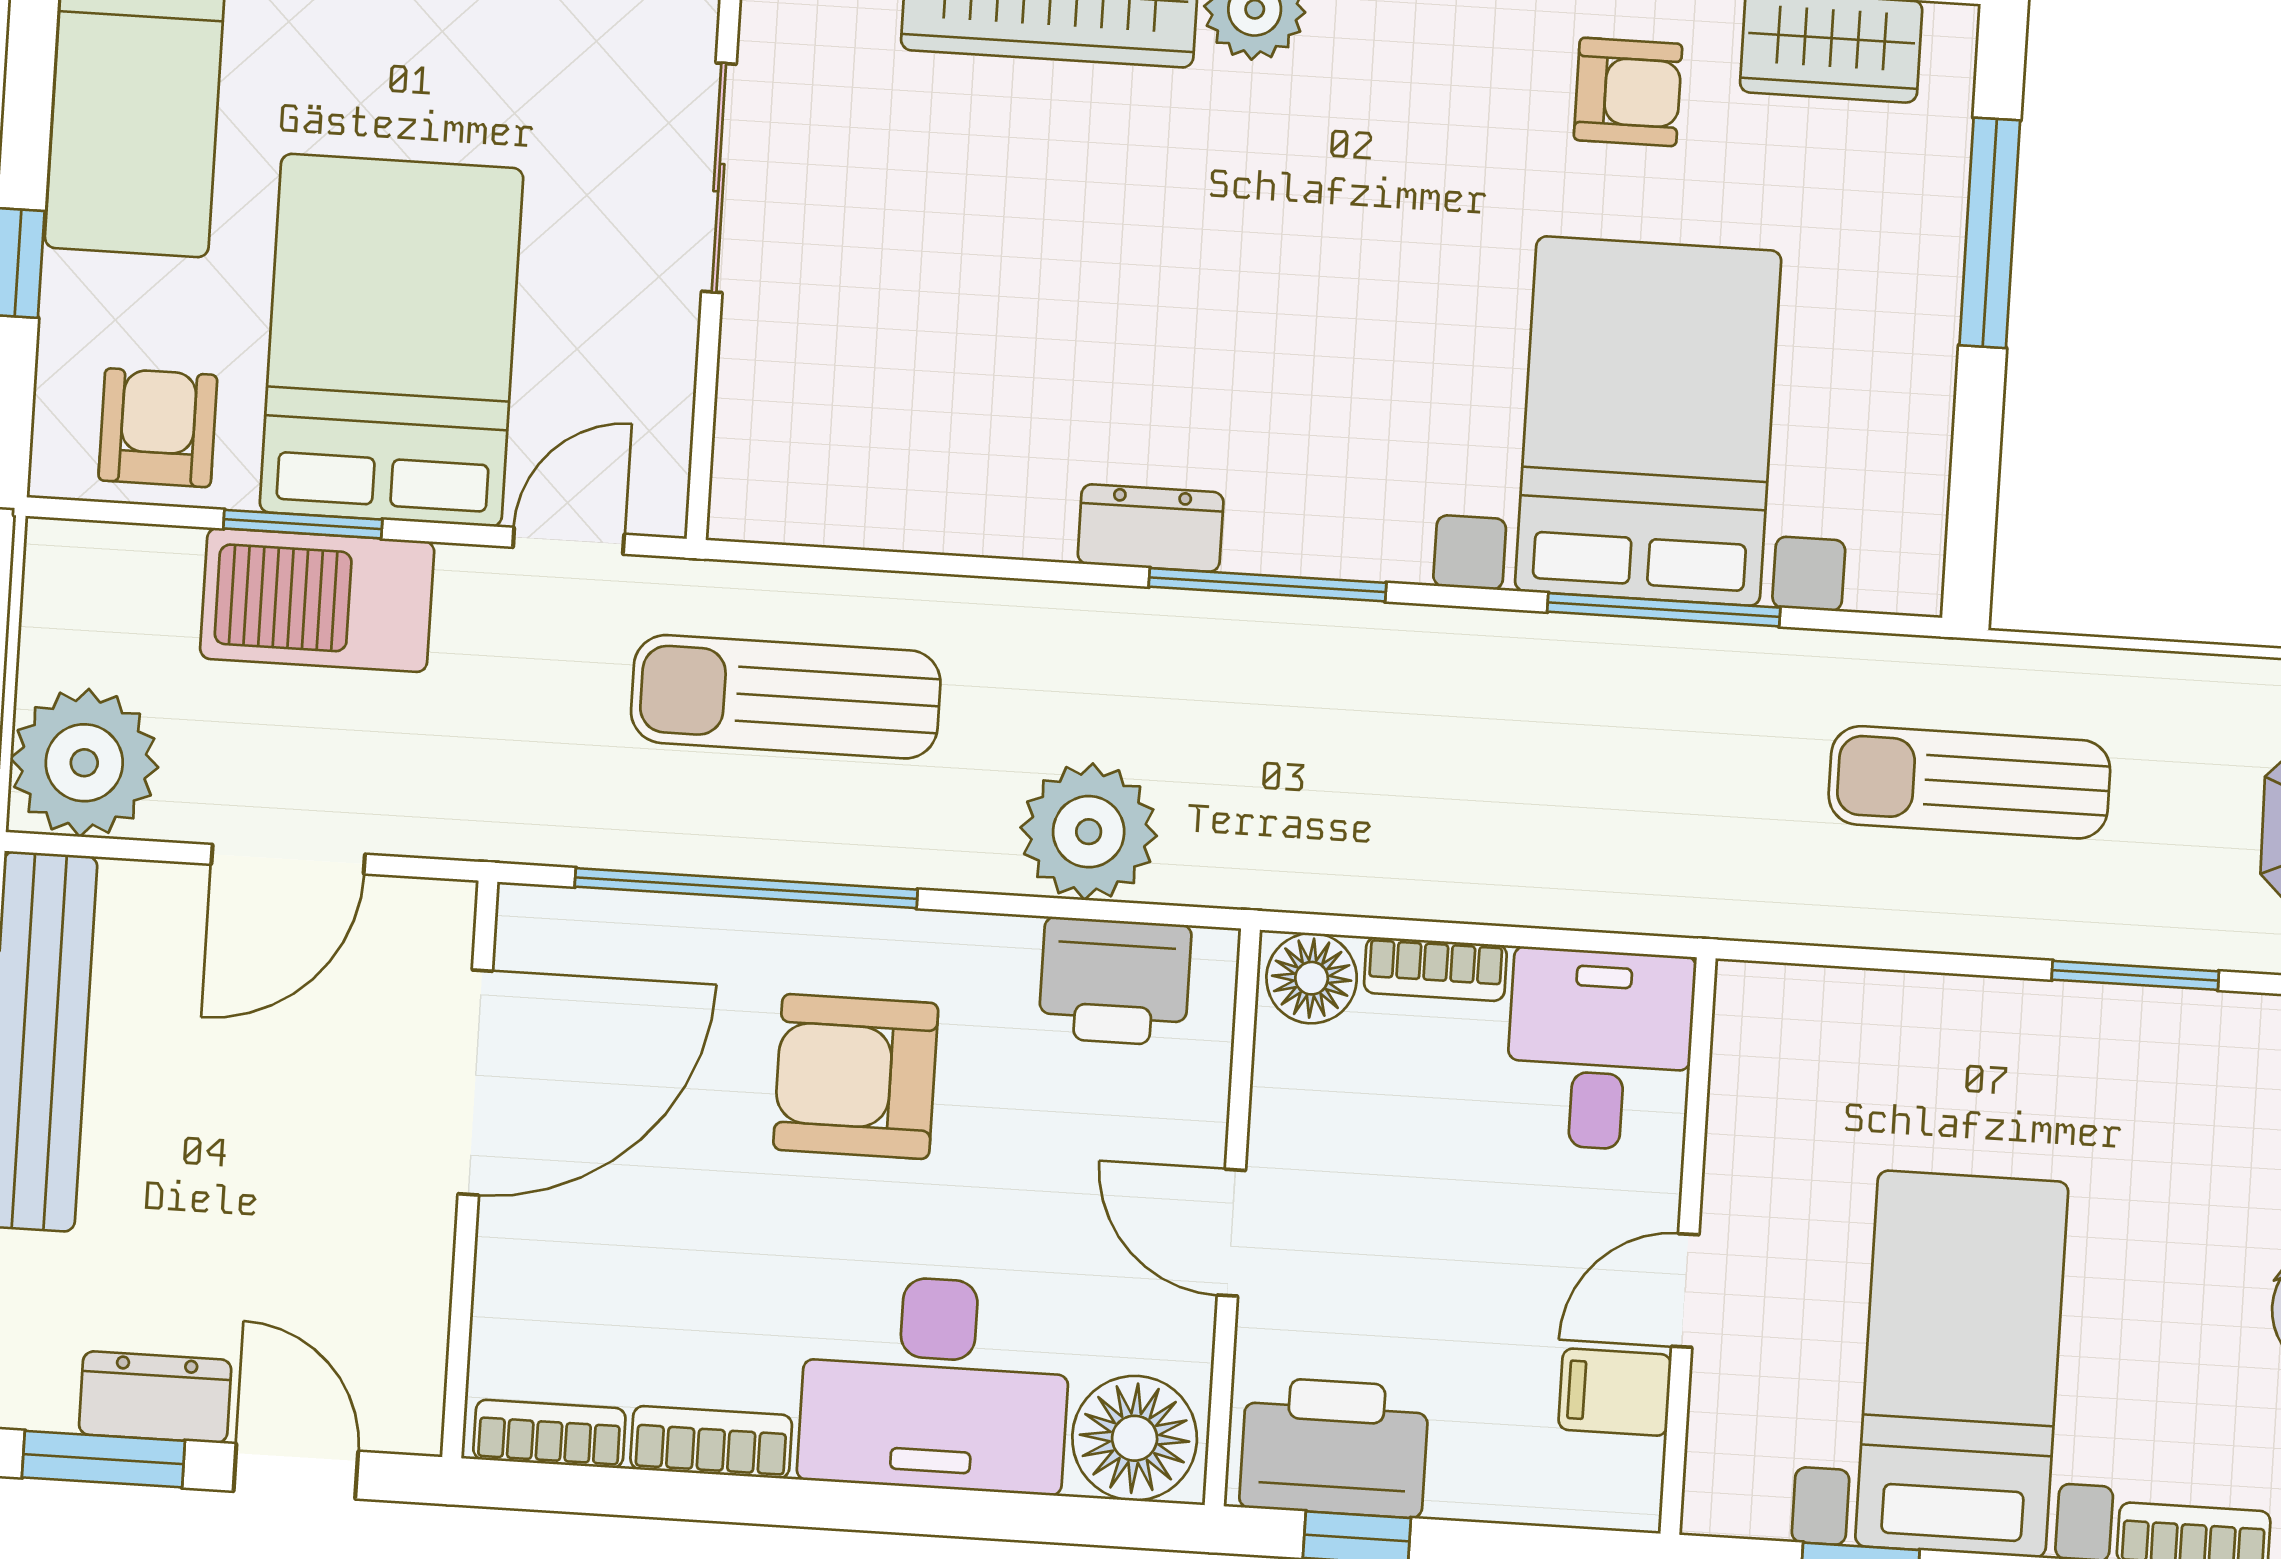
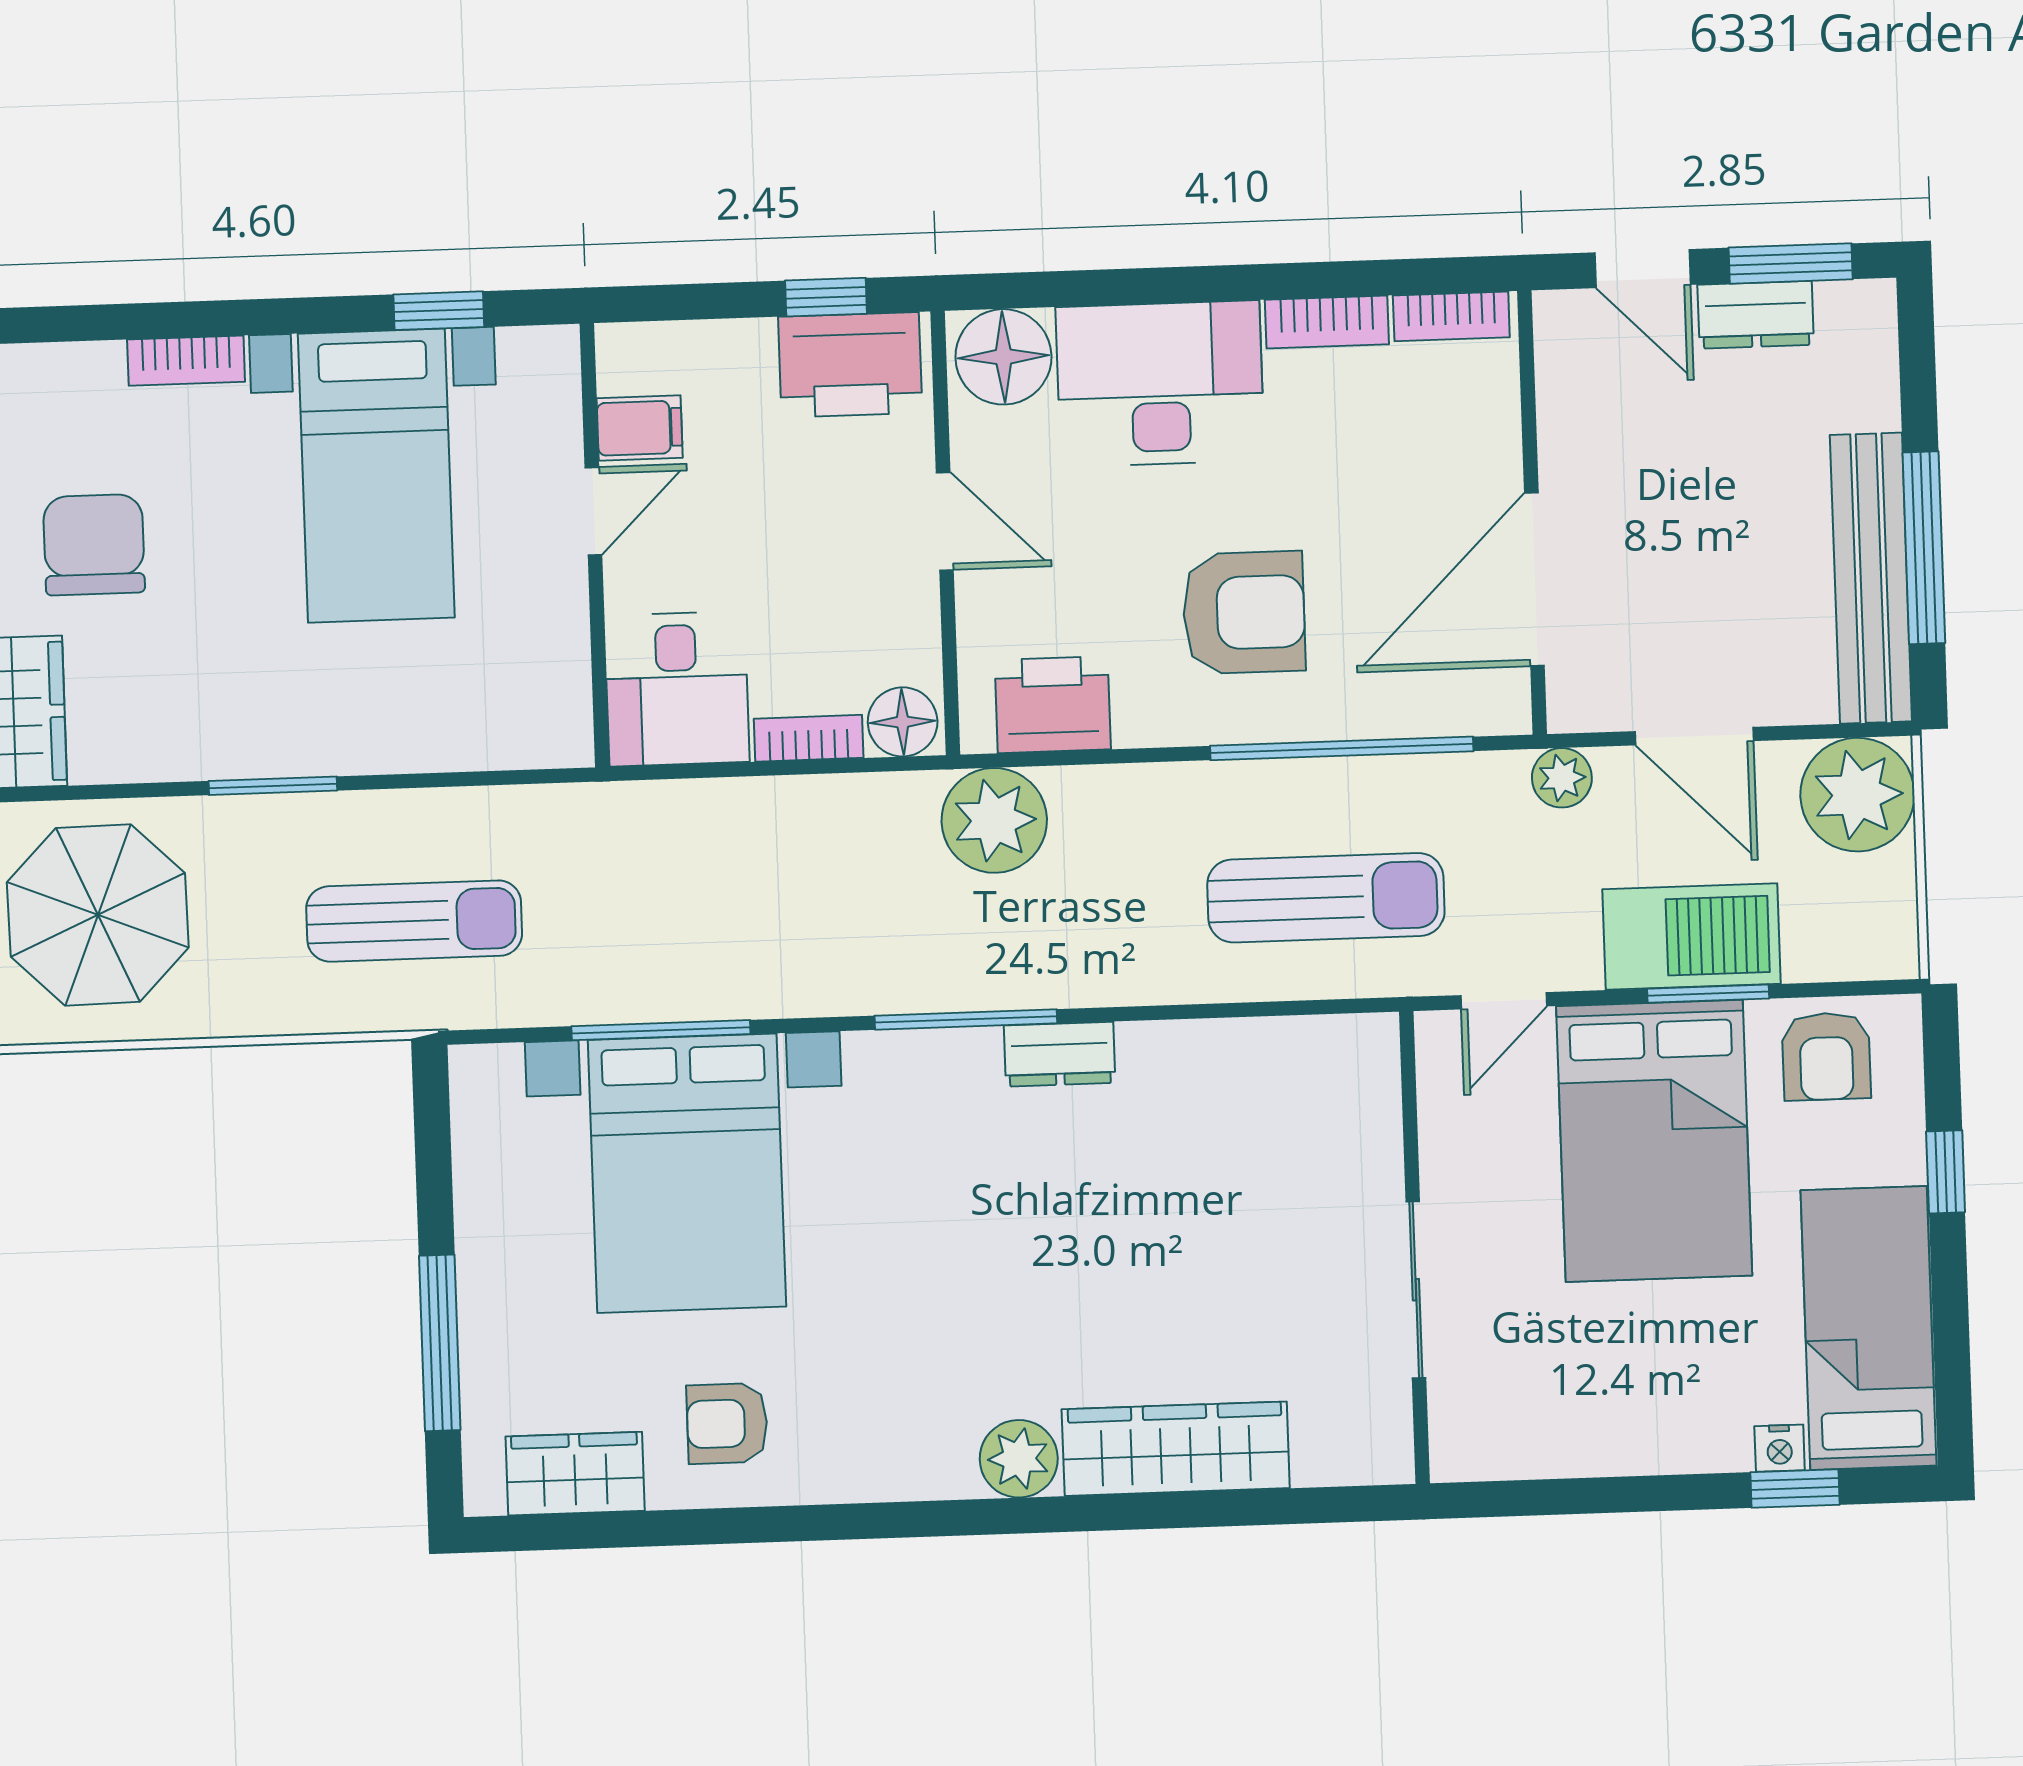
plant: (465, 822) -> (1562, 778), added
plant: (1089, 832) -> (994, 820), moved
door: (288, 859) -> (1694, 736), swing flipped

